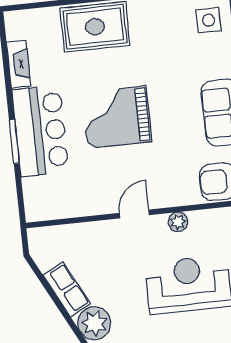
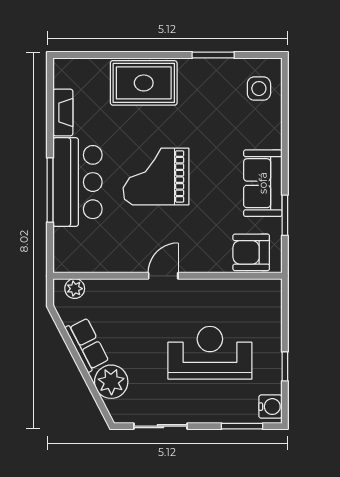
window: (14, 142) -> (50, 190), width x1.44
plant: (178, 222) -> (75, 289), moved

